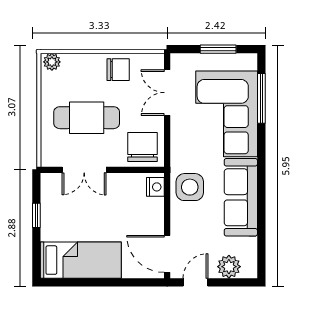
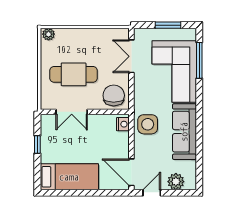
chair: (118, 70) -> (96, 40), removed

